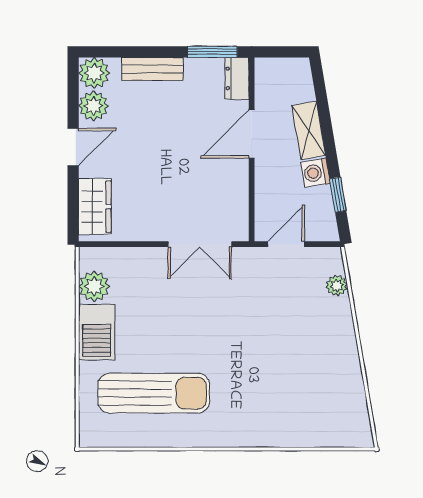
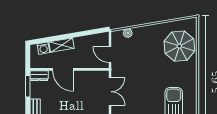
washing machine: (316, 173) -> (43, 48), moved
window: (338, 195) -> (89, 33), removed
parasol: (306, 406) -> (179, 46), added

